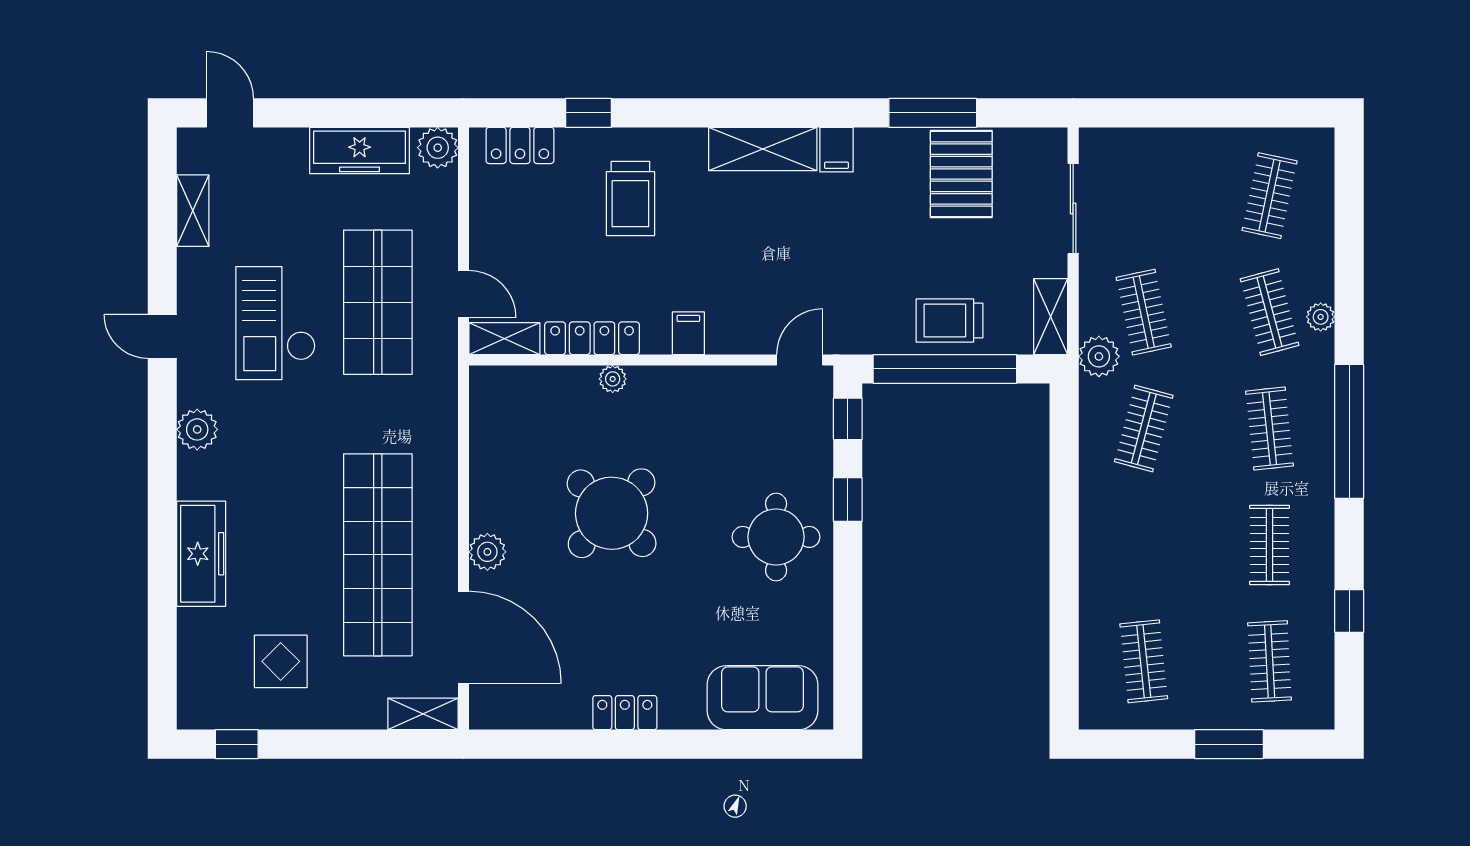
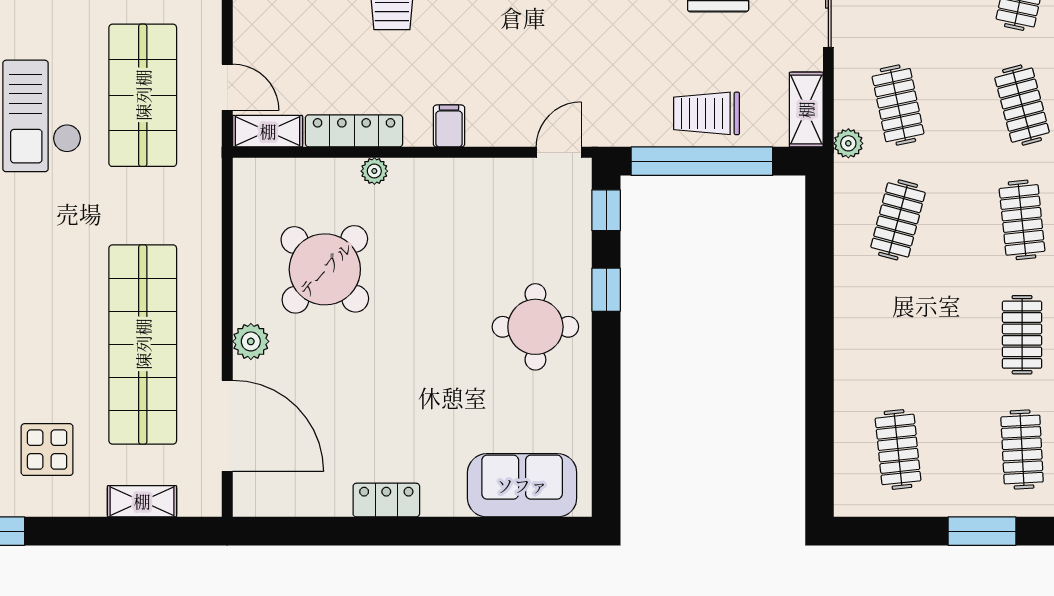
plant: (1099, 356) -> (848, 143), width x0.73, depth x0.73
round table: (612, 513) -> (325, 269), moved
shelving: (423, 714) -> (142, 501), moved

